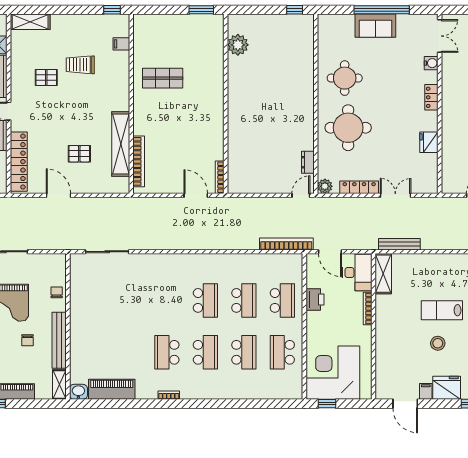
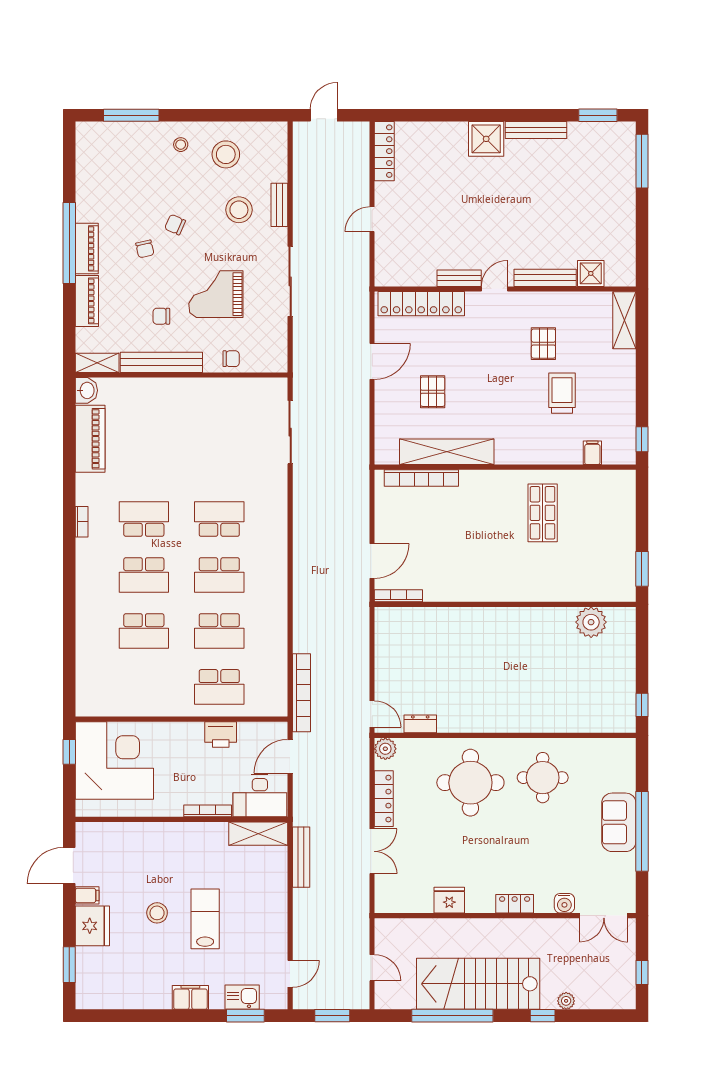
school desk: (282, 352) -> (219, 519), moved

